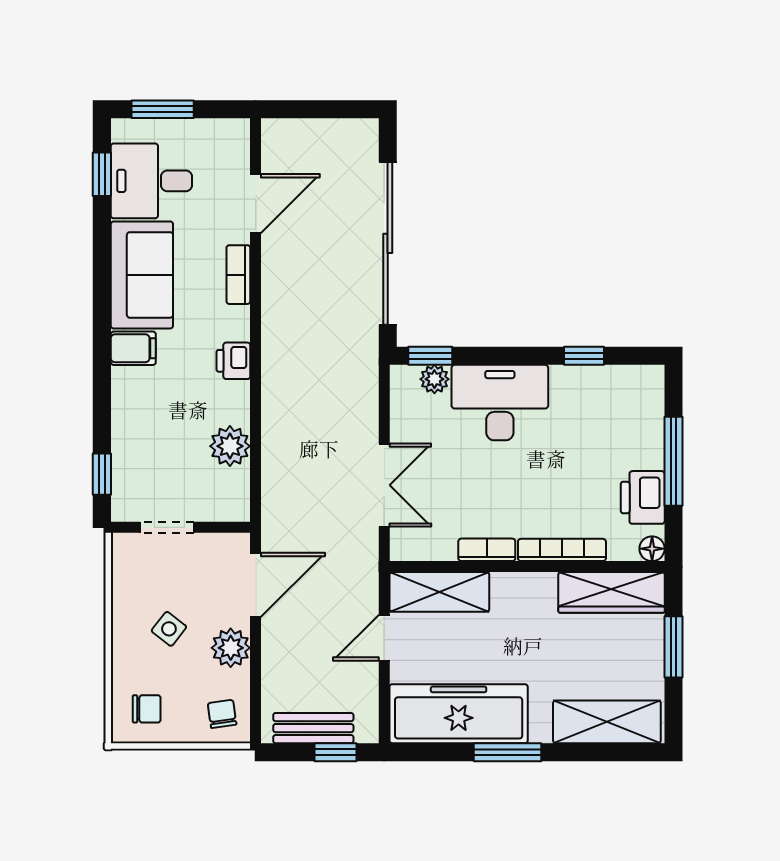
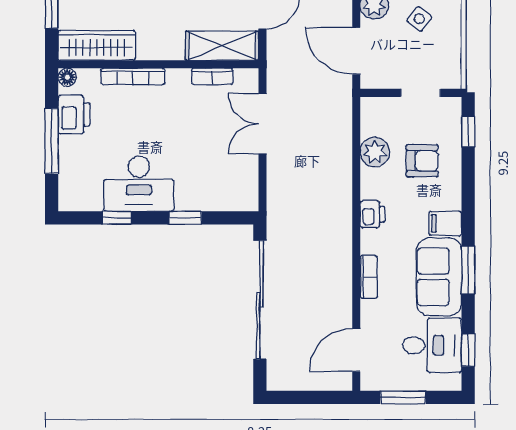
window: (163, 109) -> (403, 397), moved
door: (256, 204) -> (356, 350), moved
window: (102, 284) -> (468, 270), added
window: (430, 356) -> (185, 218), moved
plant: (434, 379) -> (226, 201), removed
desk: (500, 403) -> (139, 184), moved
armchair: (165, 434) -> (422, 161), added
bookcase: (487, 550) -> (212, 76), moved
door: (256, 585) -> (356, 51), hinge flipped

